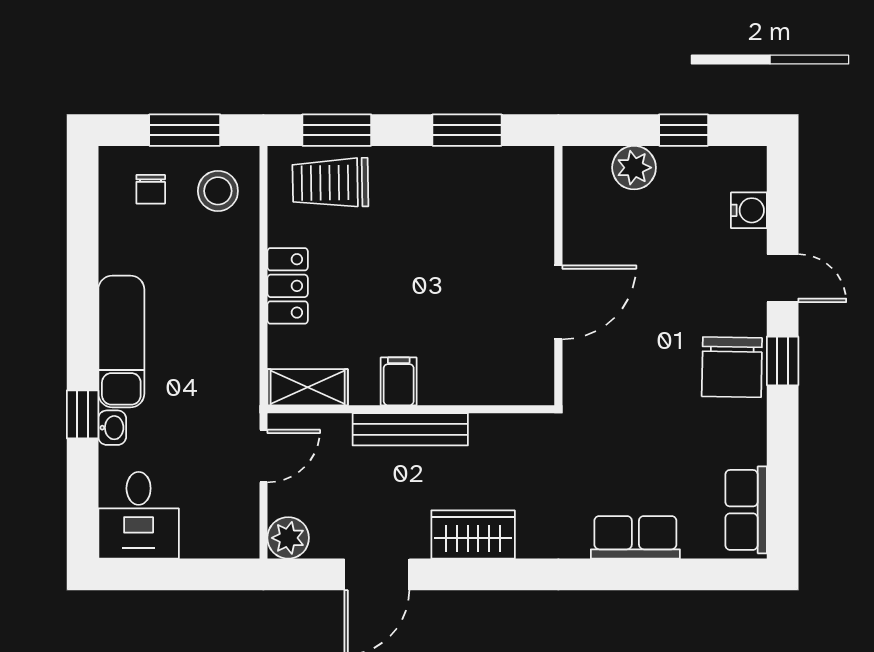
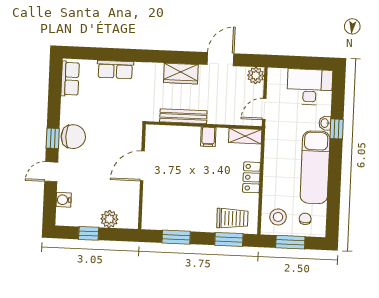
door: (783, 278) -> (51, 172), hinge flipped
exam couch: (121, 342) -> (315, 167), width x1.36, depth x1.45
chair: (732, 367) -> (73, 137), turned 89
bench: (410, 429) -> (183, 116), moved
desk: (139, 515) -> (310, 87), width x1.37

